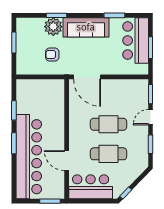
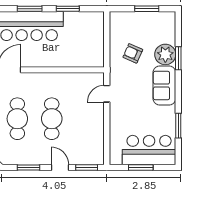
sofa: (86, 27) -> (164, 85), width x0.73
armchair: (52, 54) -> (133, 53), turned -66
door: (87, 77) -> (107, 94), width x0.53

